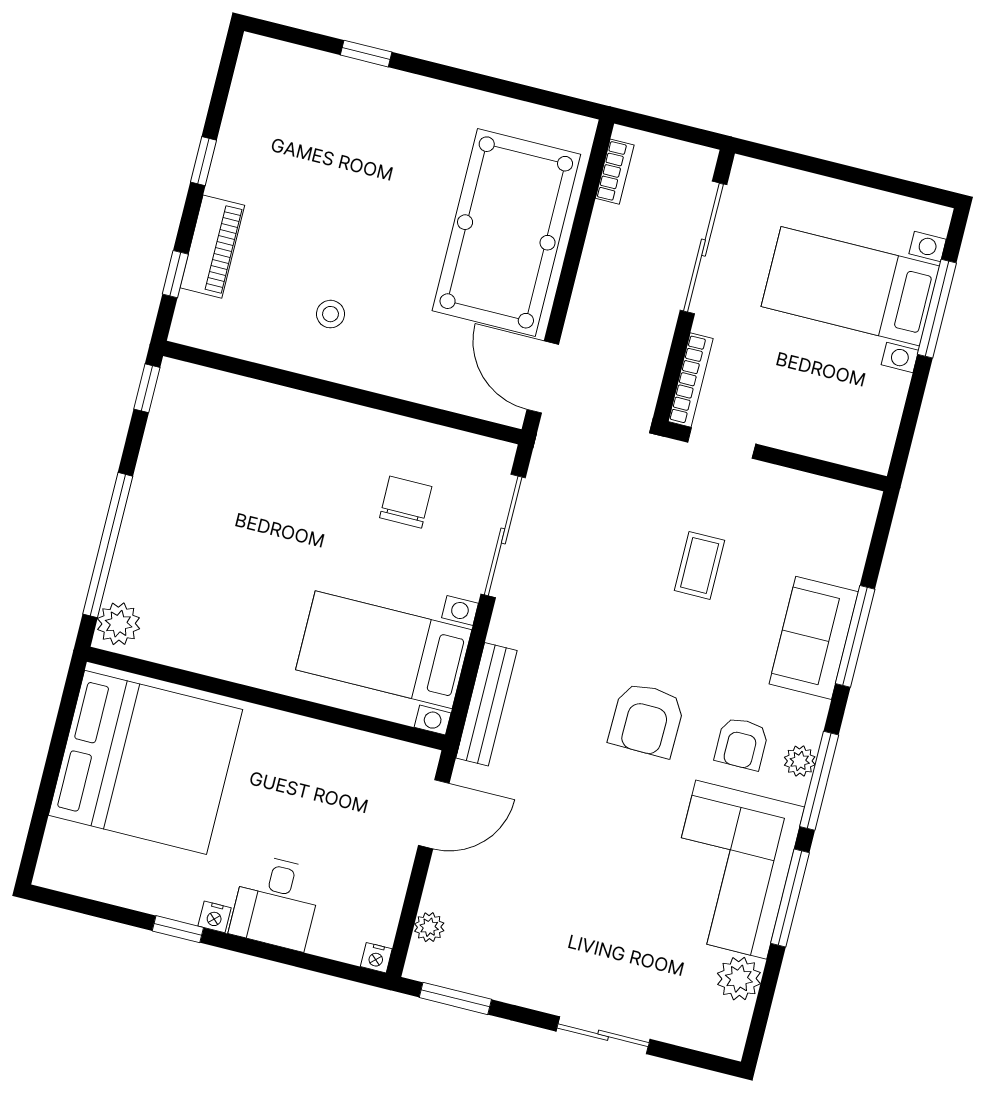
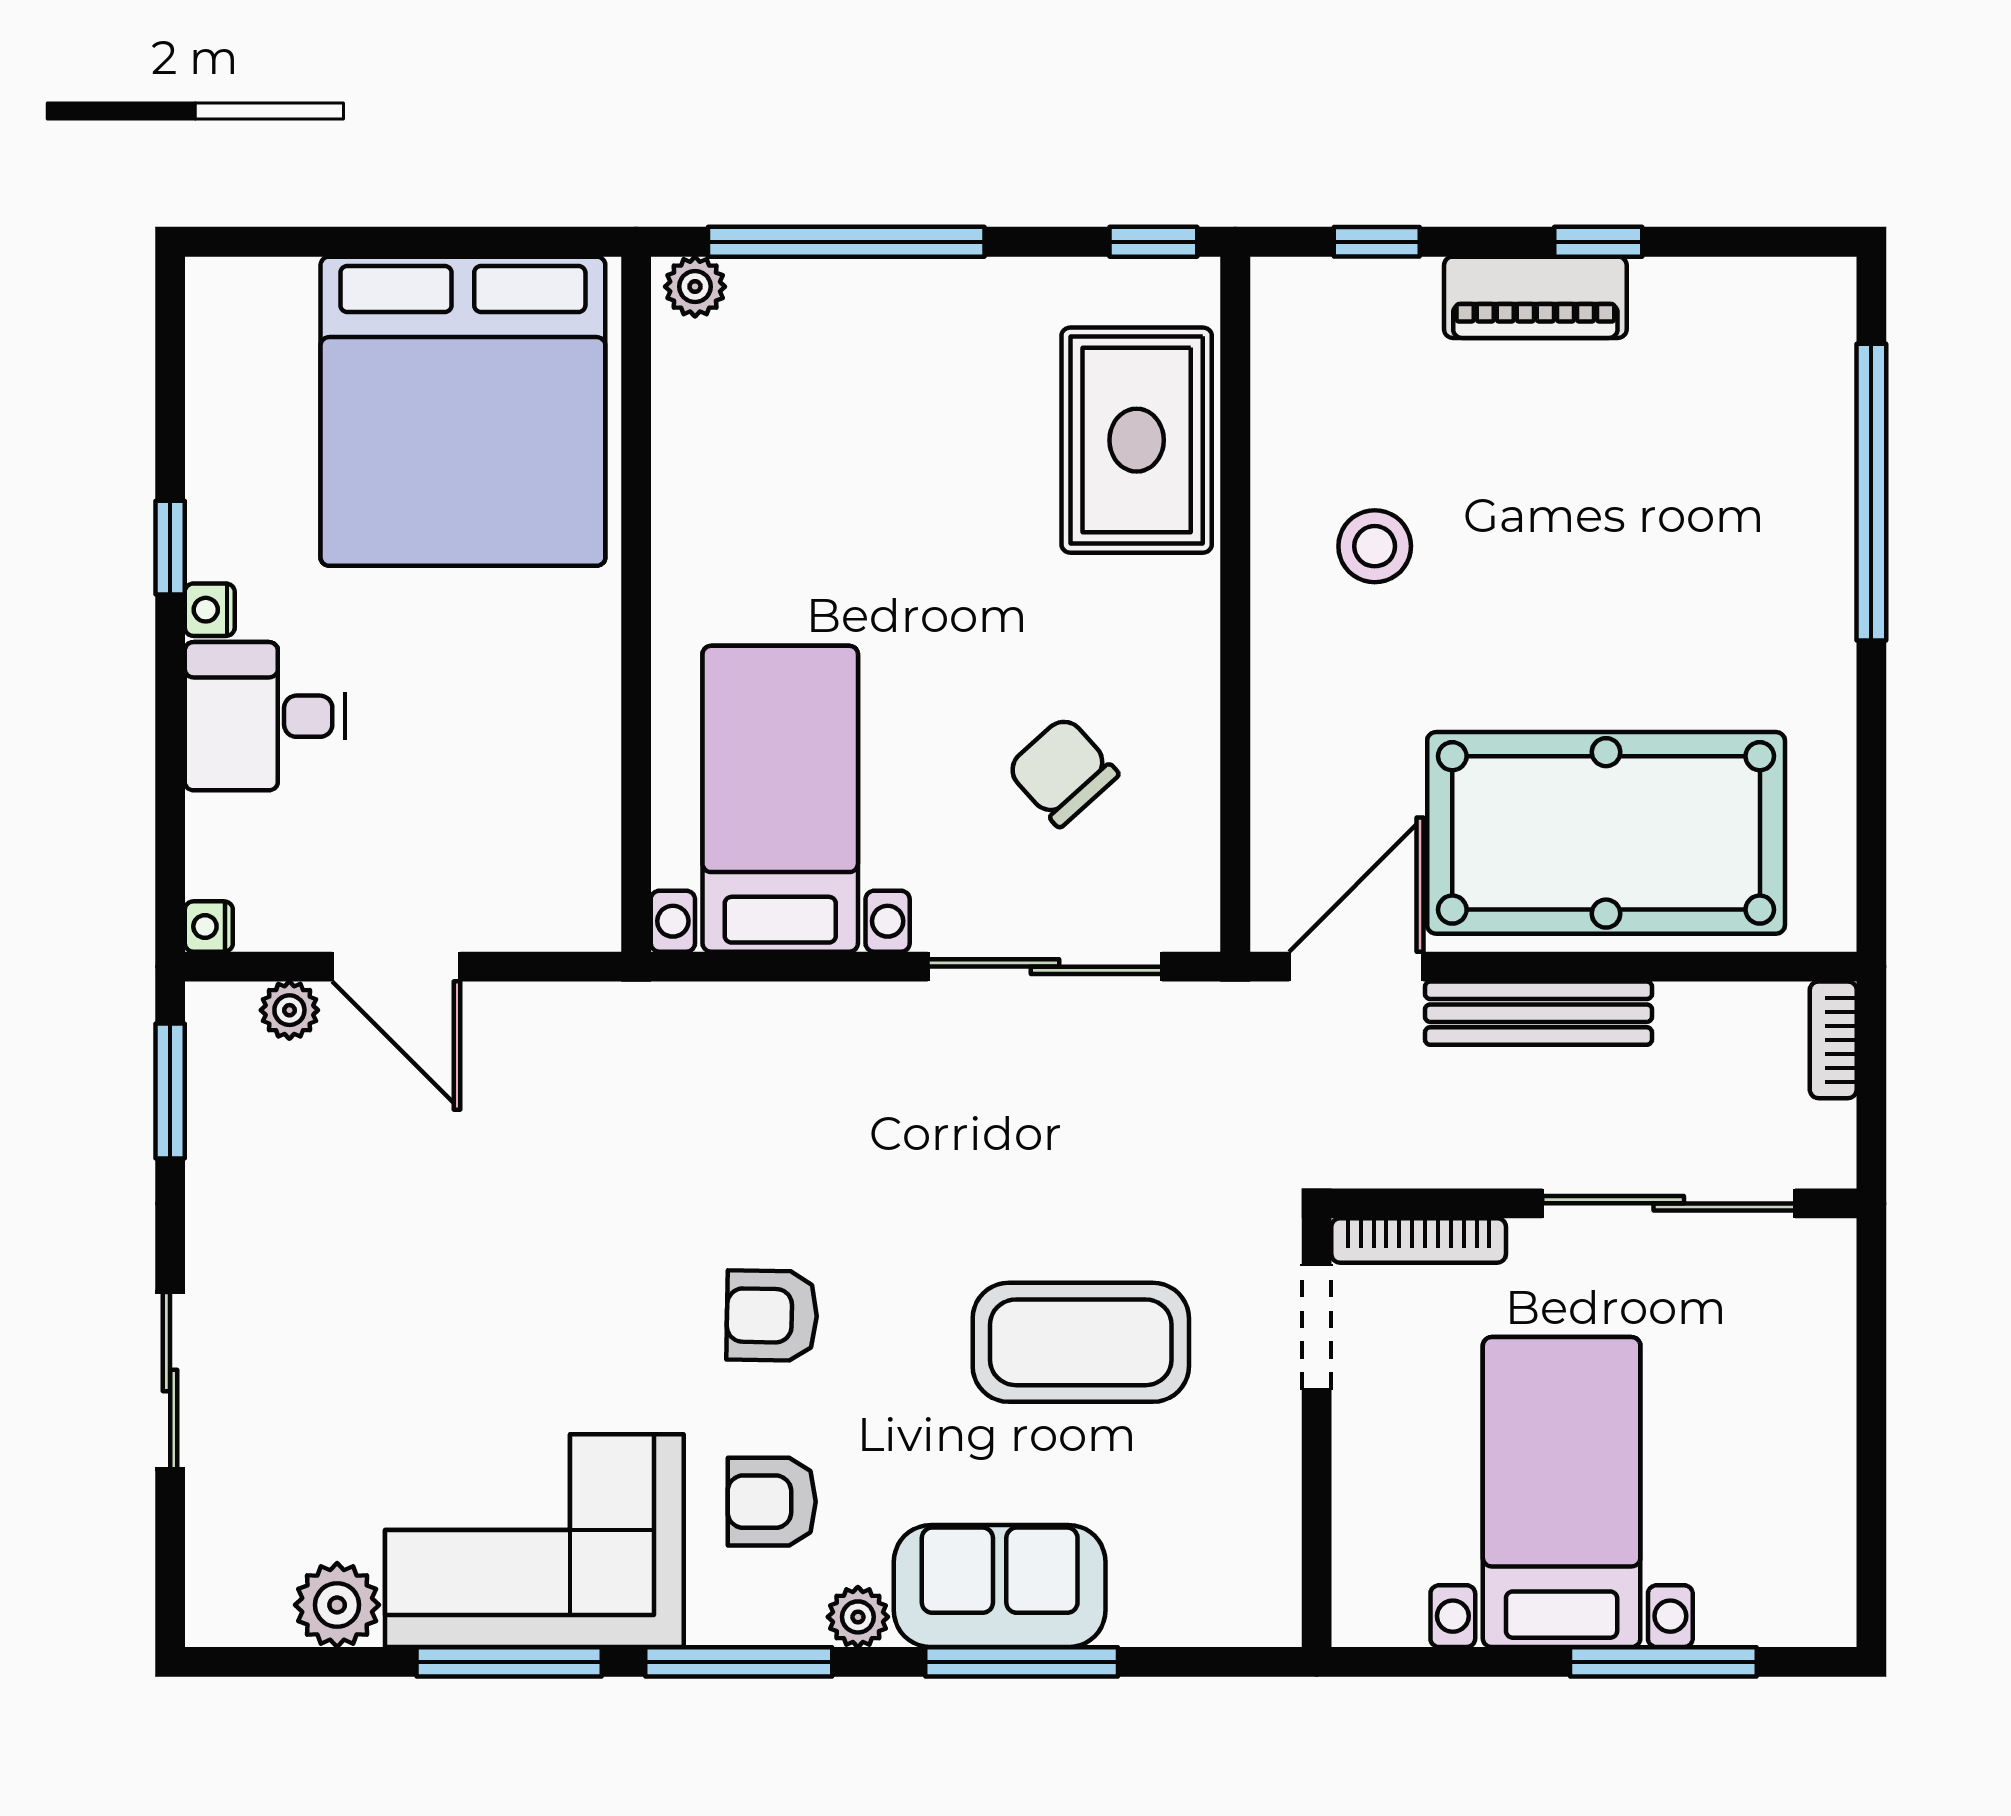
window: (366, 54) -> (1871, 492), width x3.17
bookcase: (615, 172) -> (1833, 1040), moved, turned 90
piano: (212, 247) -> (1535, 297), moved
bed with nightstands: (850, 286) -> (1562, 1492), moved
stool: (330, 314) -> (1375, 546), width x1.37, depth x1.37
rug: (246, 422) -> (1137, 440), added
chair: (406, 502) -> (1062, 771), turned -132
coffee table: (700, 565) -> (1081, 1342), width x1.86, depth x1.72
plant: (119, 624) -> (695, 287), width x0.73, depth x0.73
bench: (486, 704) -> (1538, 1013), moved
armchair: (647, 720) -> (772, 1316), width x0.72, depth x0.72
plant: (800, 761) -> (858, 1617), moved
door: (434, 814) -> (396, 967), moved

